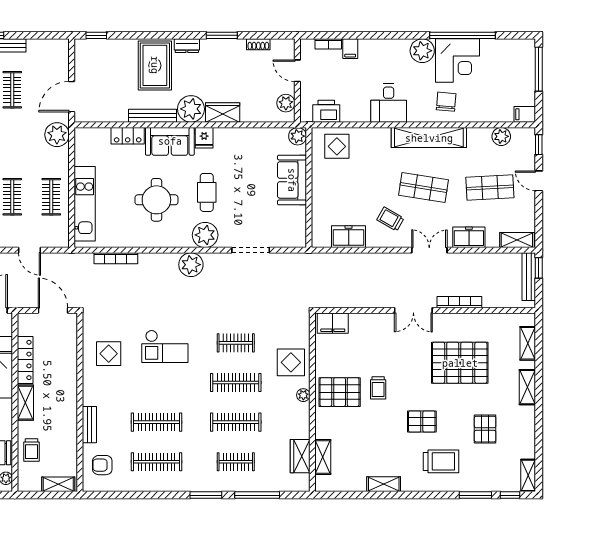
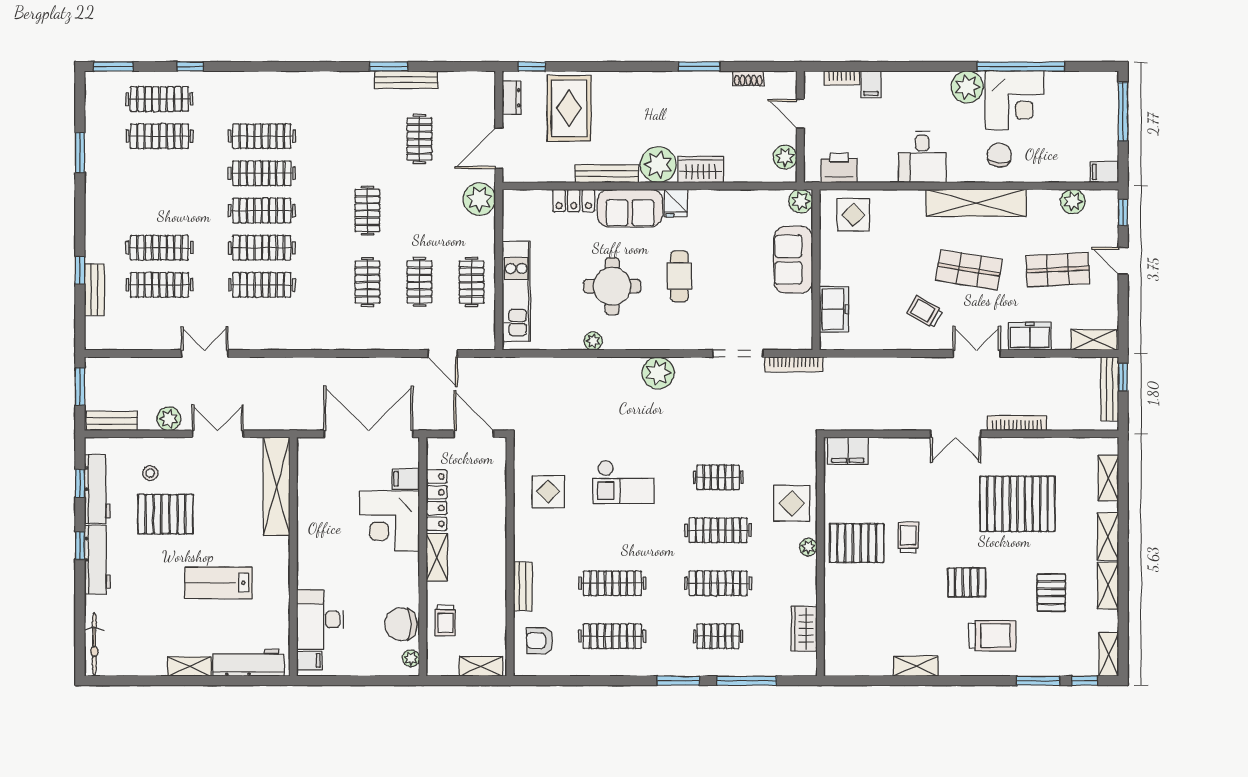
dresser: (187, 46) -> (511, 98), moved, turned -90
rug: (155, 65) -> (569, 108), moved
plant: (205, 235) -> (593, 341), moved, width x0.53, depth x0.53
freezer: (349, 237) -> (834, 309), moved, turned 90
bookcase: (116, 258) -> (794, 364), moved
trolley: (378, 388) -> (908, 537), turned 180
shelving: (323, 457) -> (1108, 586), moved

